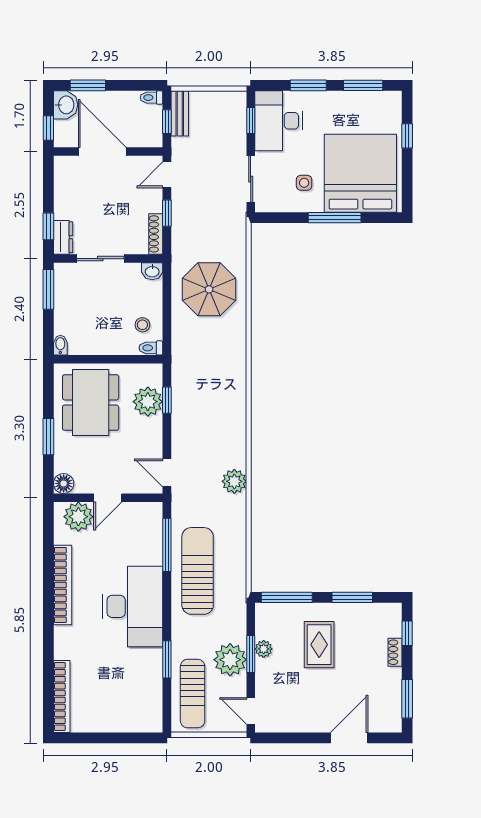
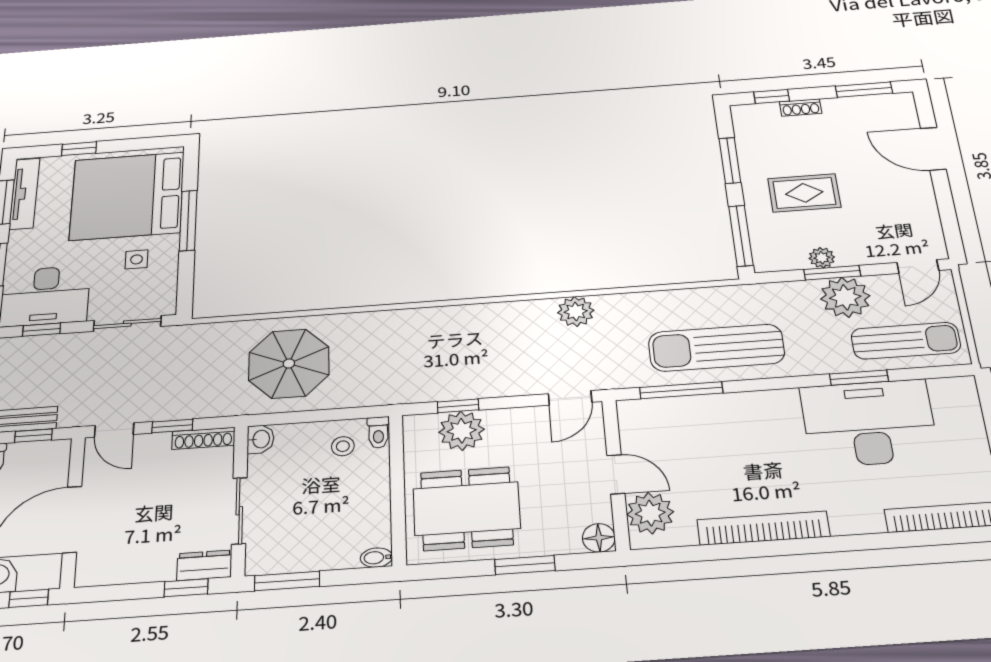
tv unit: (369, 99) -> (24, 194), added
desk: (132, 606) -> (869, 423), moved

